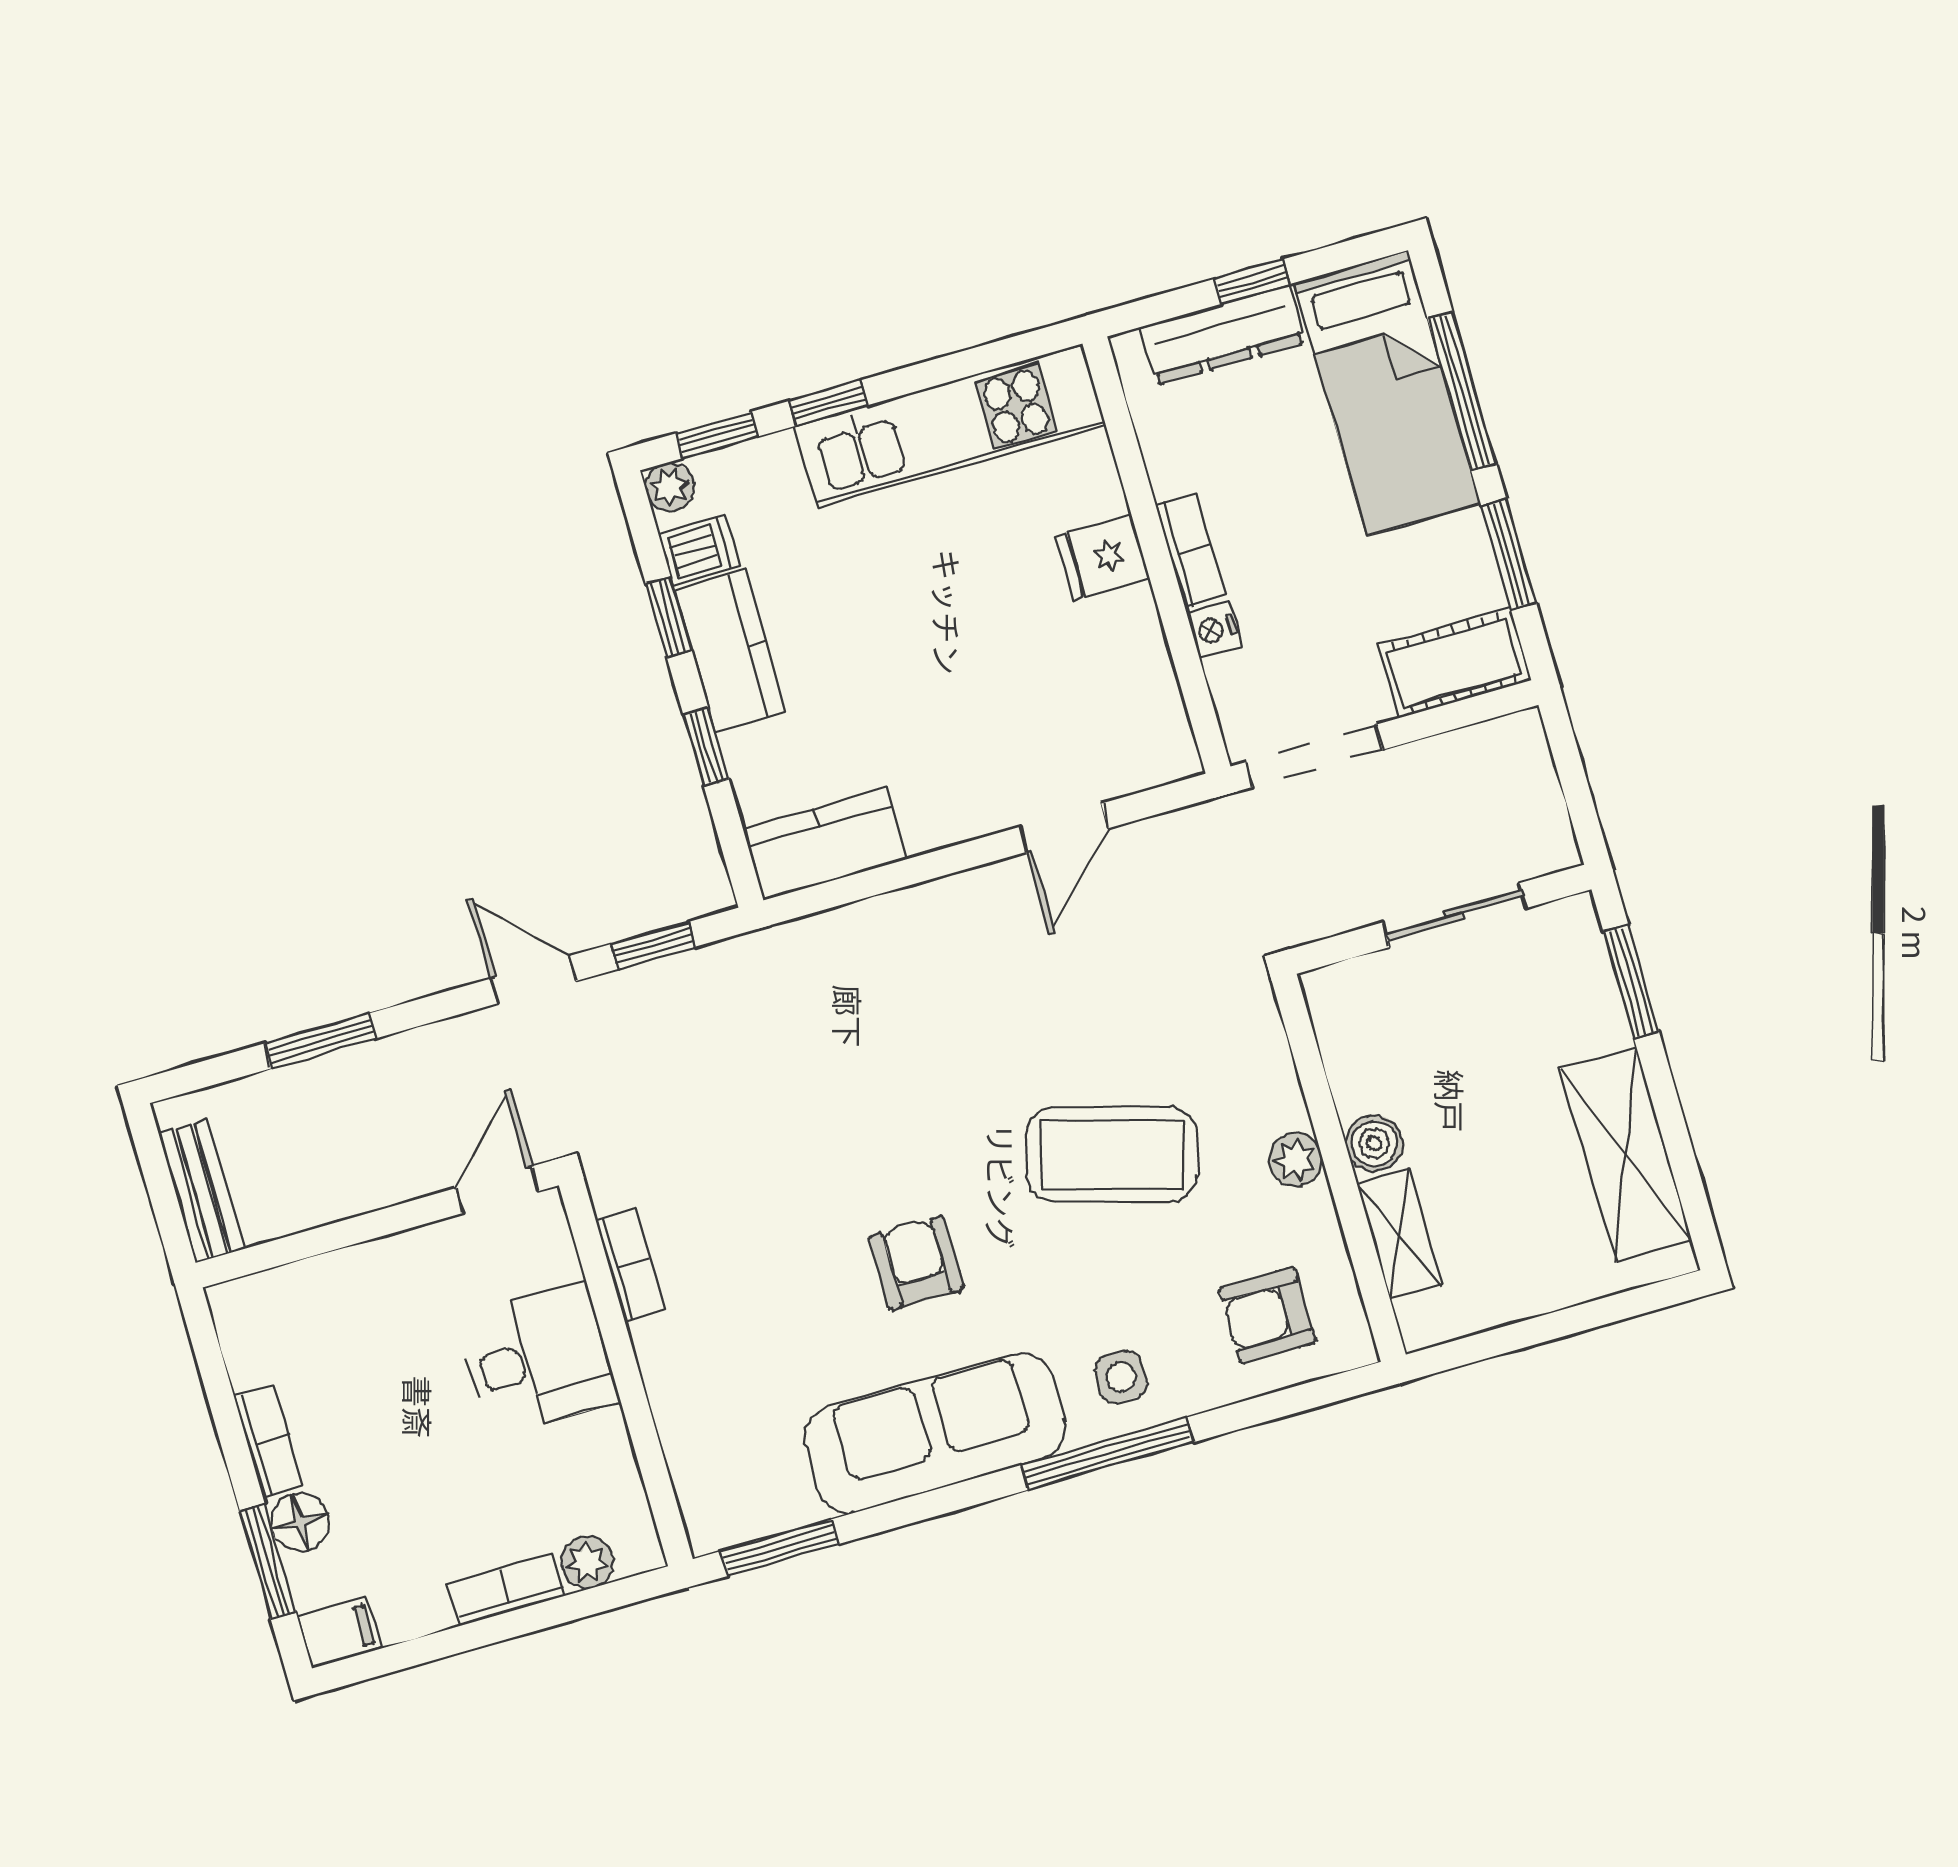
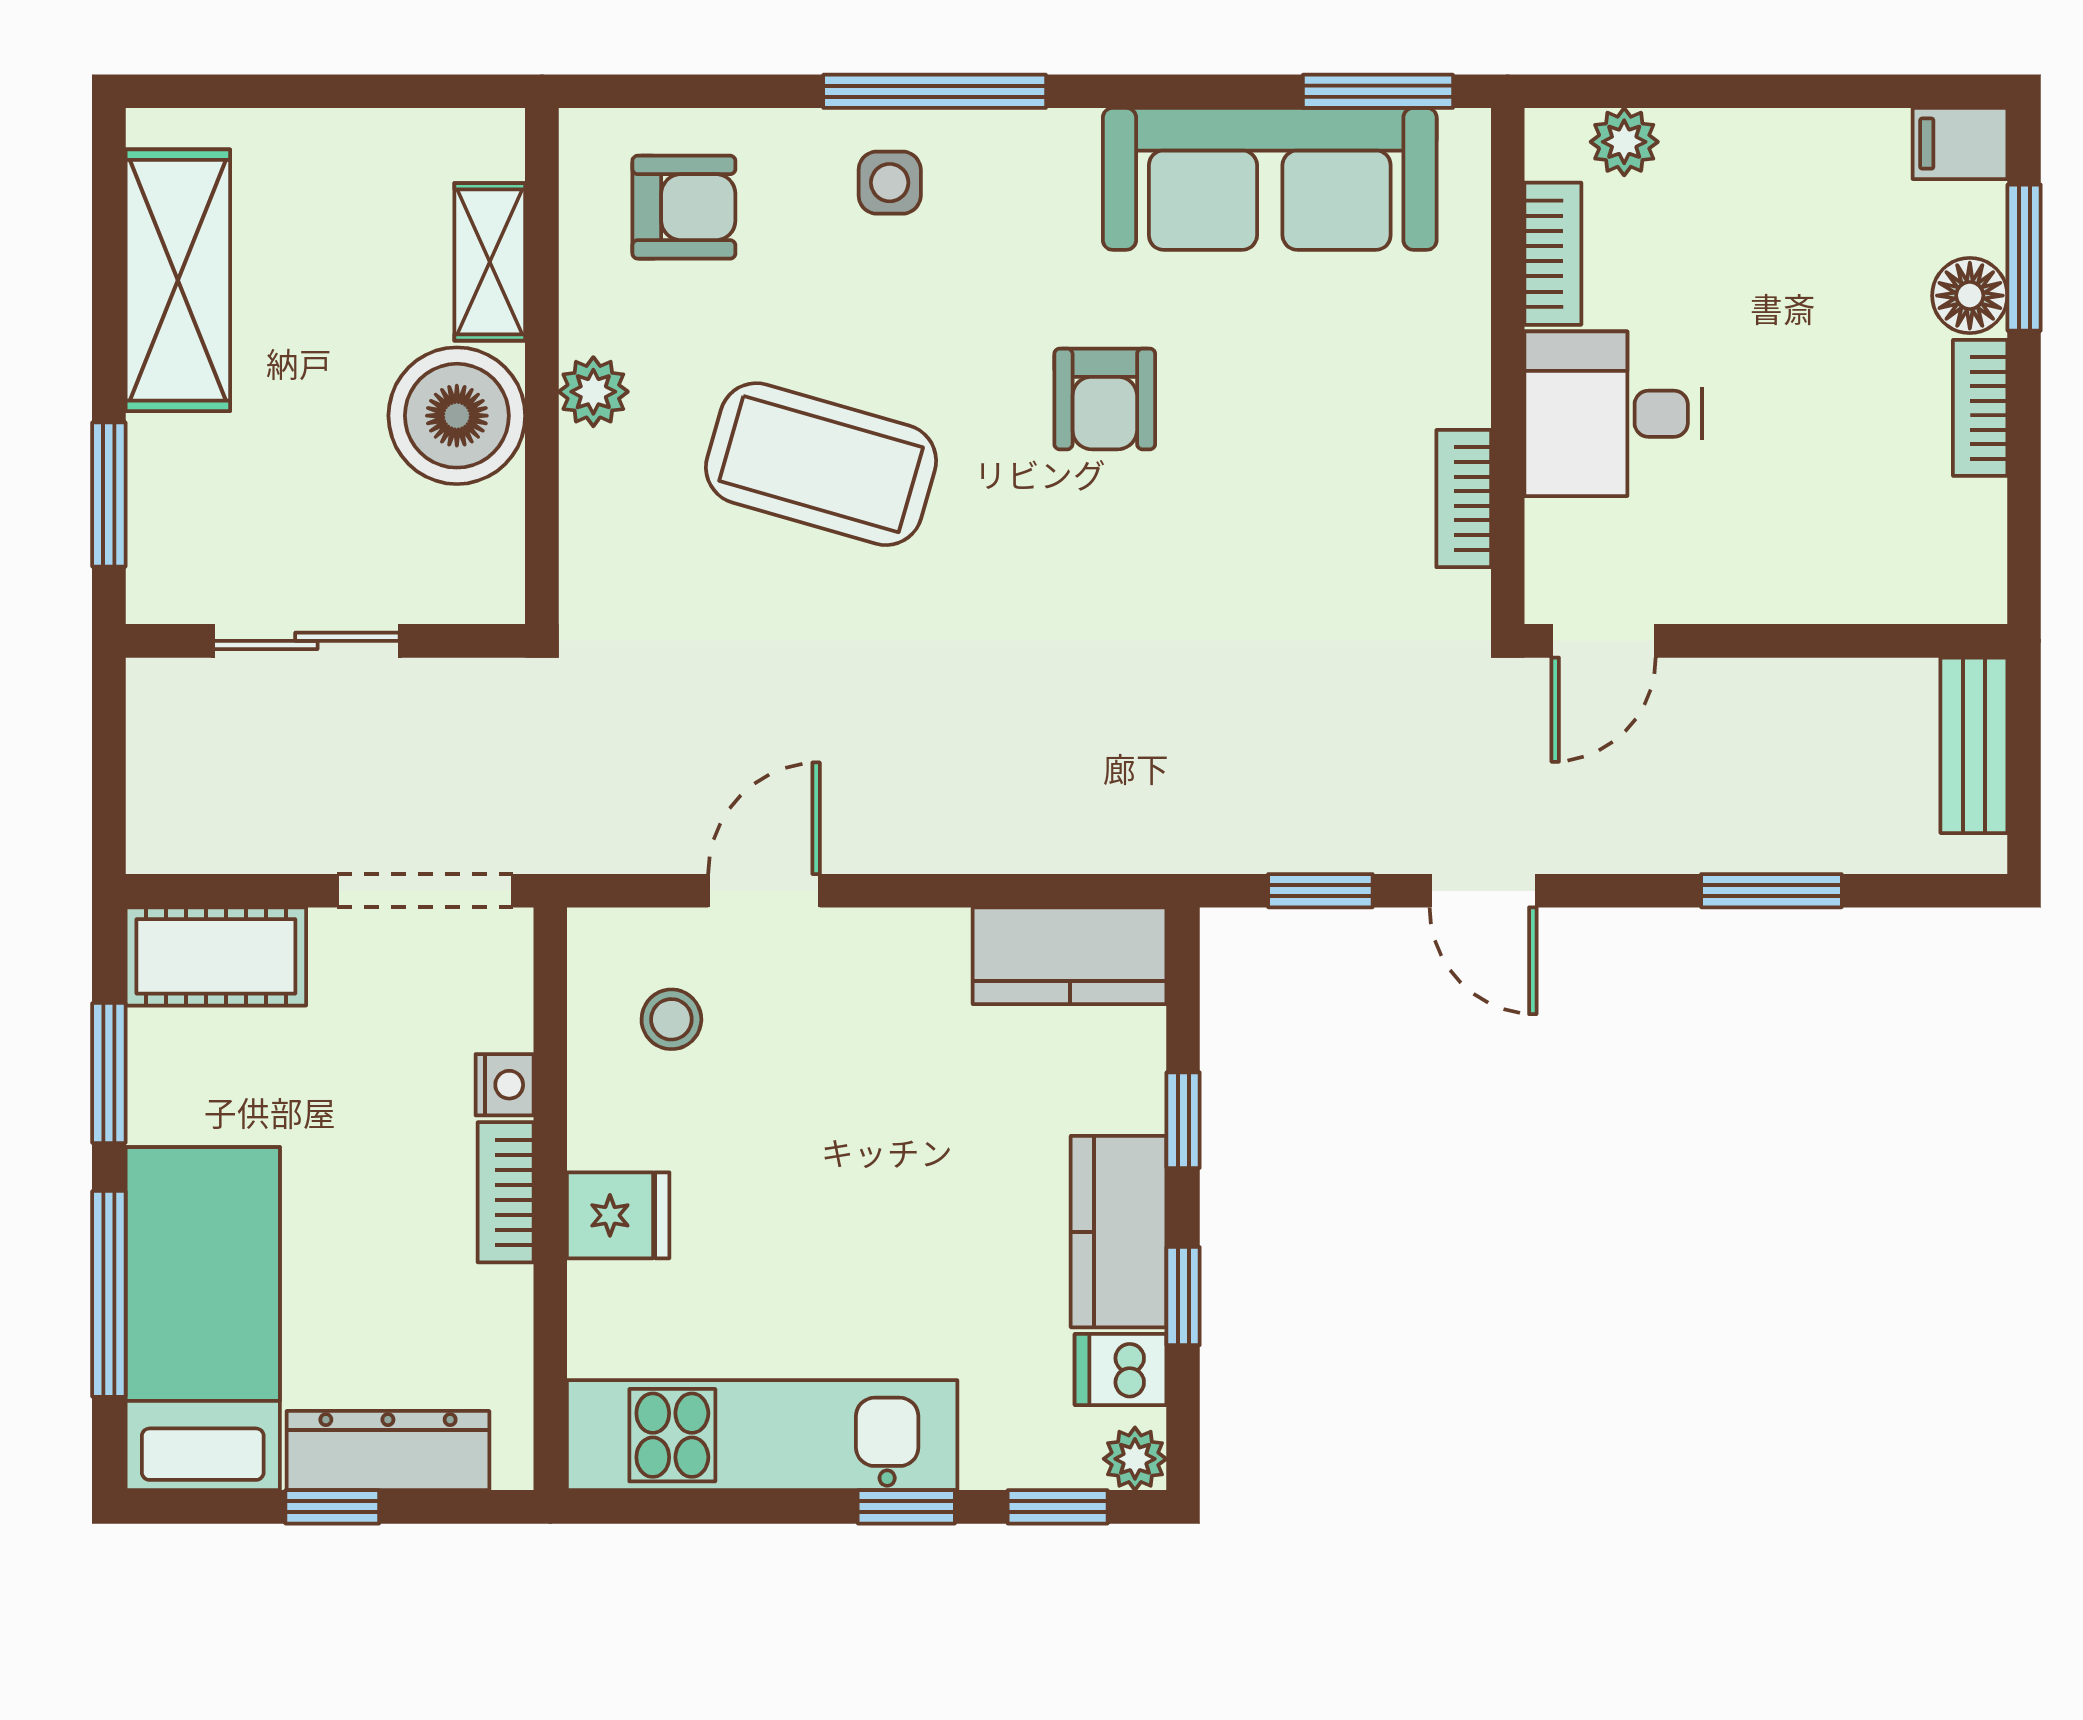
stool: (1105, 713) -> (671, 1019), added
boiler: (1374, 1143) -> (457, 416), width x1.86, depth x1.86
sofa: (935, 1433) -> (1270, 179), moved
bookcase: (506, 1590) -> (1553, 254), moved, turned -90

